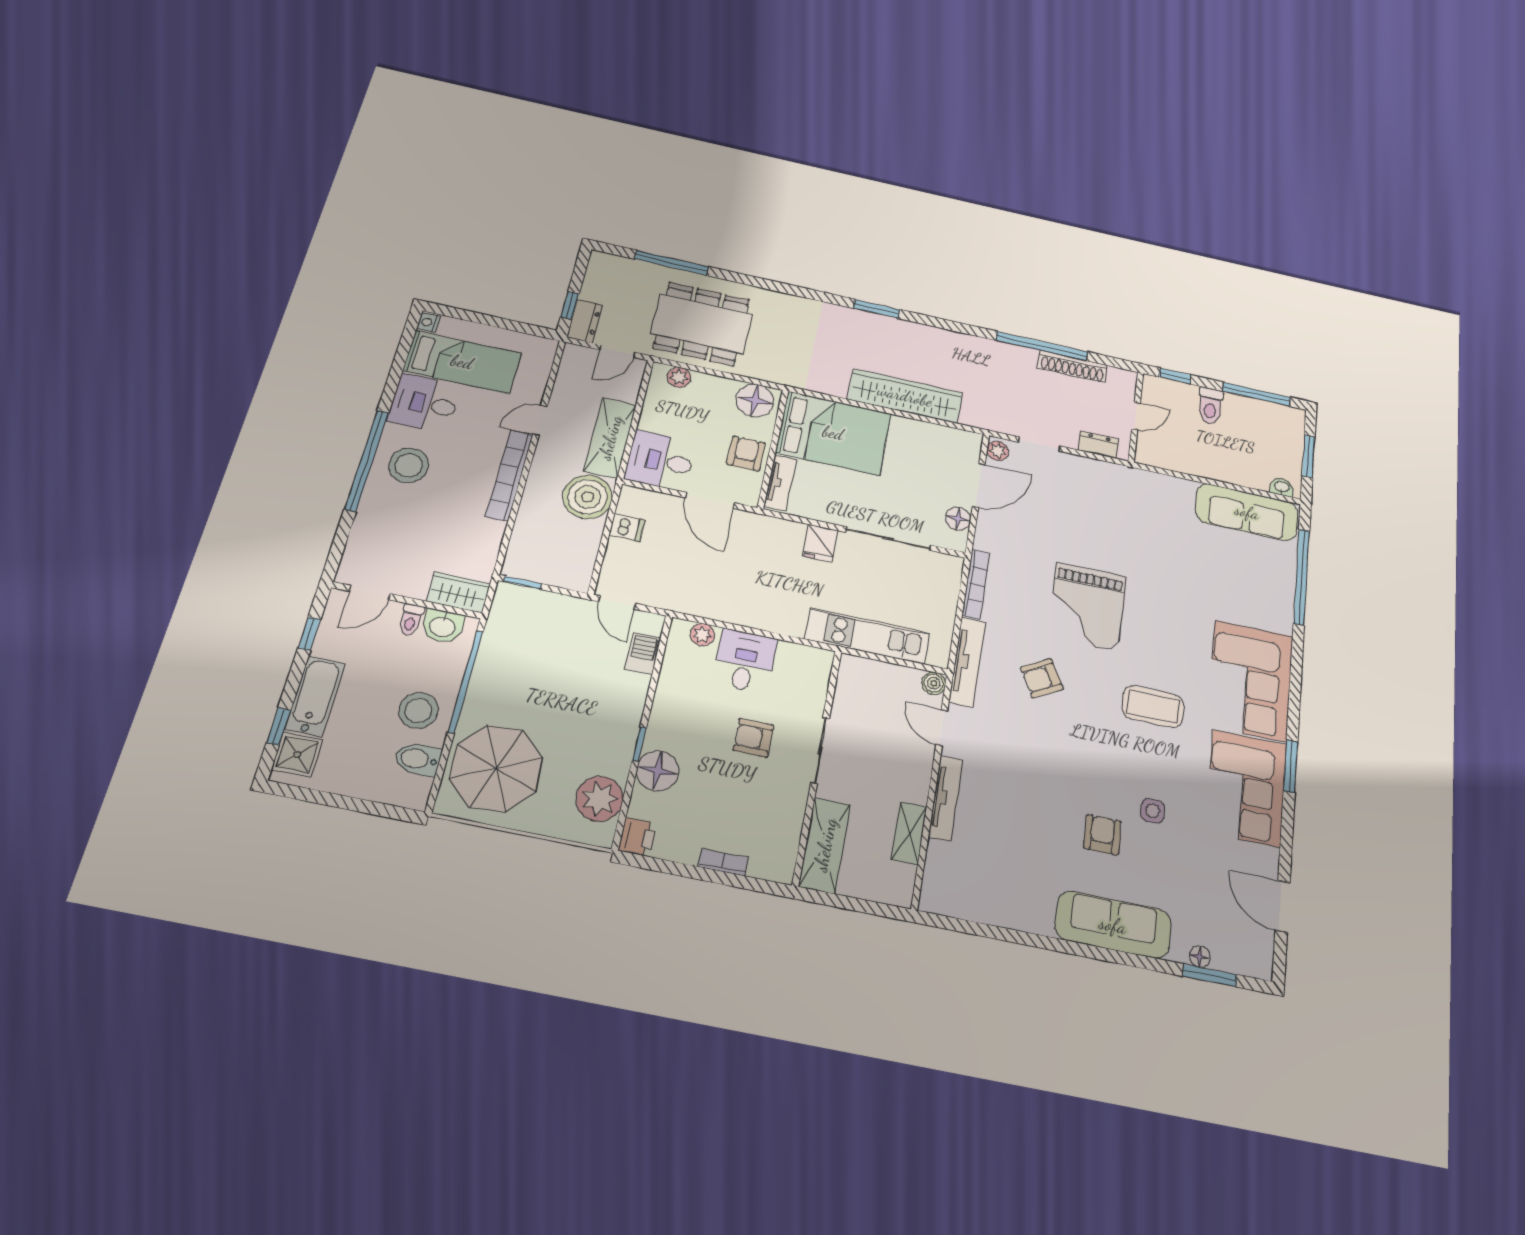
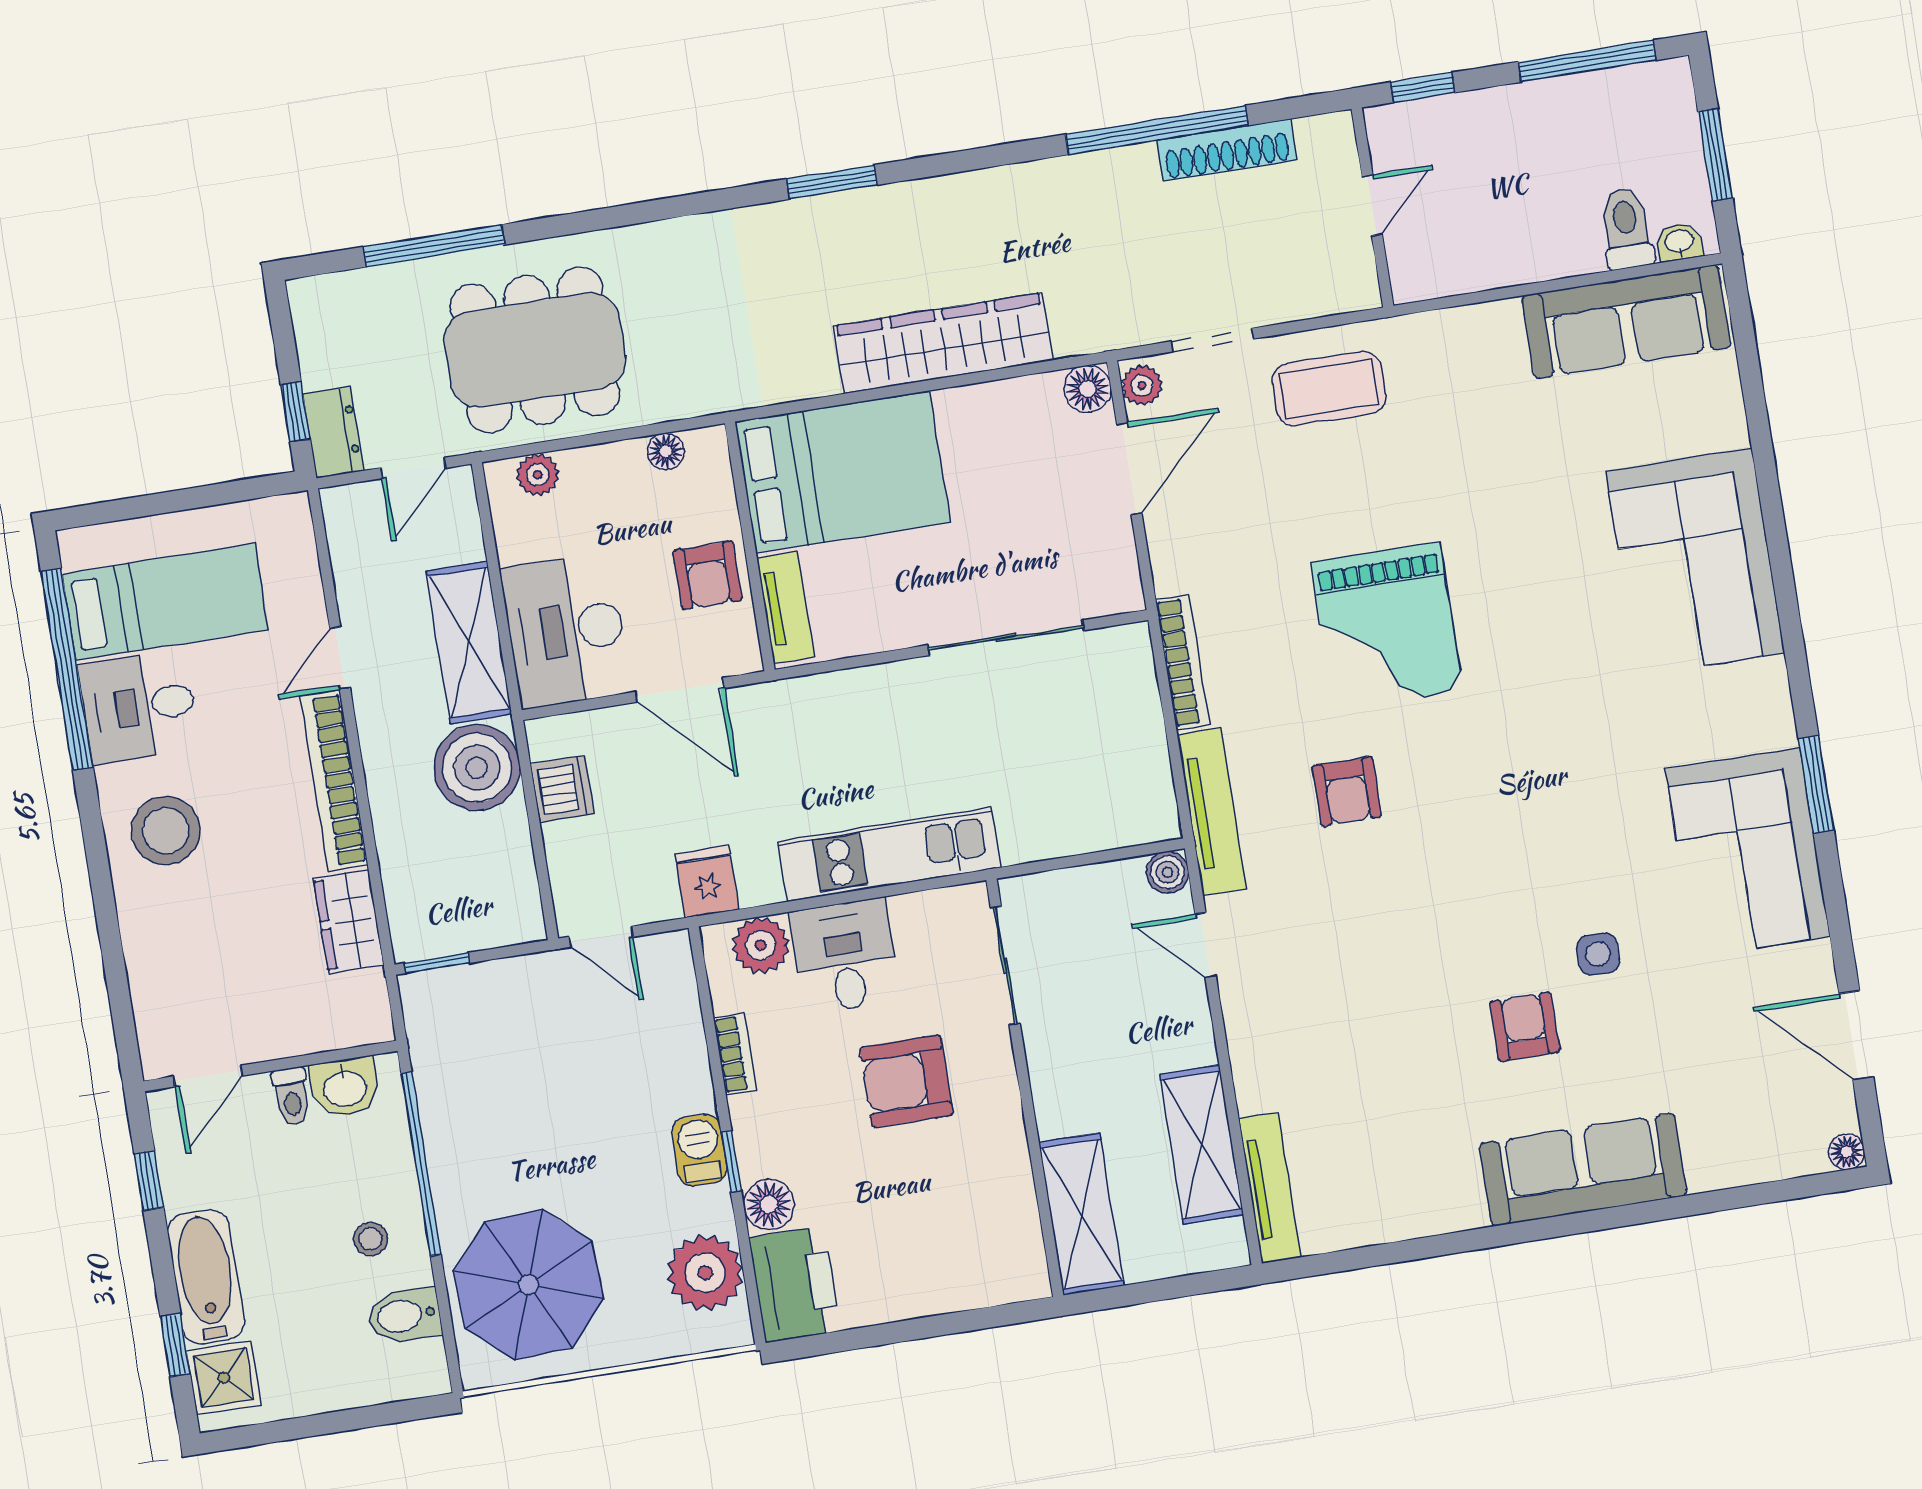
nightstand: (428, 322) -> (75, 549), removed
floor lamp: (755, 400) -> (666, 451), width x0.53, depth x0.53
toilet: (1210, 406) -> (1626, 228), moved, turned 180
dresser: (1099, 445) -> (1320, 296), removed
armchair: (746, 453) -> (707, 575), turned 180
window: (367, 460) -> (67, 669), moved
desk: (660, 460) -> (566, 631), width x1.37
floor lamp: (958, 519) -> (1088, 389), moved
dishwasher: (627, 528) -> (562, 789), width x1.38
fridge: (820, 543) -> (707, 882), moved, turned 180
window: (1302, 577) -> (1757, 413), removed
wardrobe: (458, 592) -> (349, 921), moved, turned -90
plant: (702, 635) -> (761, 945), width x1.38, depth x1.38
kitchen unit: (867, 636) -> (889, 854), moved
barbecue: (643, 653) -> (699, 1150), moved
armchair: (1042, 678) -> (1347, 791), turned -61
corner sofa: (1250, 681) -> (1695, 562), moved
coffee table: (1153, 707) -> (1329, 389), moved
stool: (418, 710) -> (371, 1239), width x0.53, depth x0.53
armchair: (753, 738) -> (906, 1081), width x1.38, depth x1.38
sliding door: (820, 750) -> (1005, 966), moved
floor lamp: (658, 771) -> (769, 1205), width x0.73, depth x0.73
tv unit: (946, 798) -> (1270, 1188), moved
shelving: (909, 833) -> (1202, 1145), width x1.50, depth x1.33
printer: (637, 837) -> (795, 1284), width x1.87, depth x1.48
bookcase: (723, 862) -> (735, 1054), moved, turned 90
floor lamp: (1200, 957) -> (1847, 1152), moved
window: (1210, 975) -> (1761, 1194), removed

